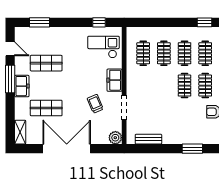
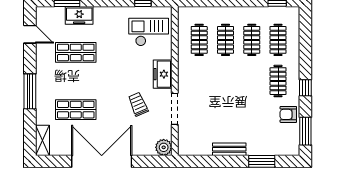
window: (10, 79) -> (30, 91), moved
freezer: (22, 86) -> (79, 15), moved, turned 90
clothes rail: (185, 86) -> (252, 81), removed
bench: (148, 139) -> (229, 149), moved

